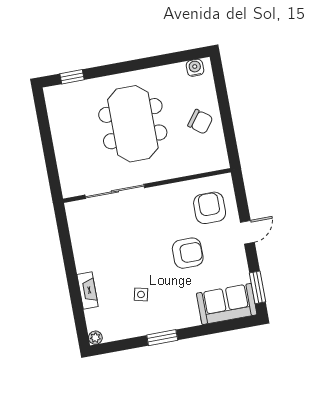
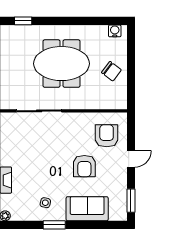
meeting table: (133, 124) -> (62, 64), turned 90
armchair: (188, 253) -> (84, 166), turned 90
side table: (141, 294) -> (45, 203), moved
sofa: (227, 304) -> (87, 209), moved

